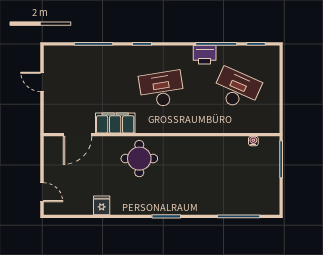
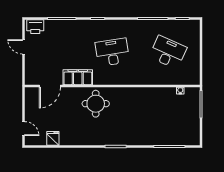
printer: (205, 55) -> (35, 27), moved
fridge: (102, 205) -> (53, 138), moved

